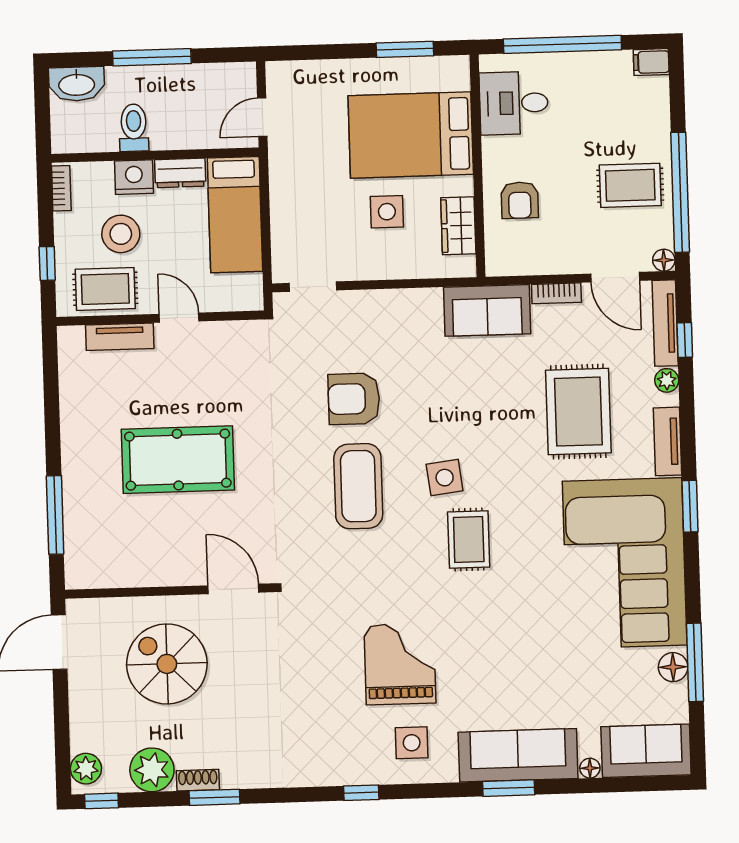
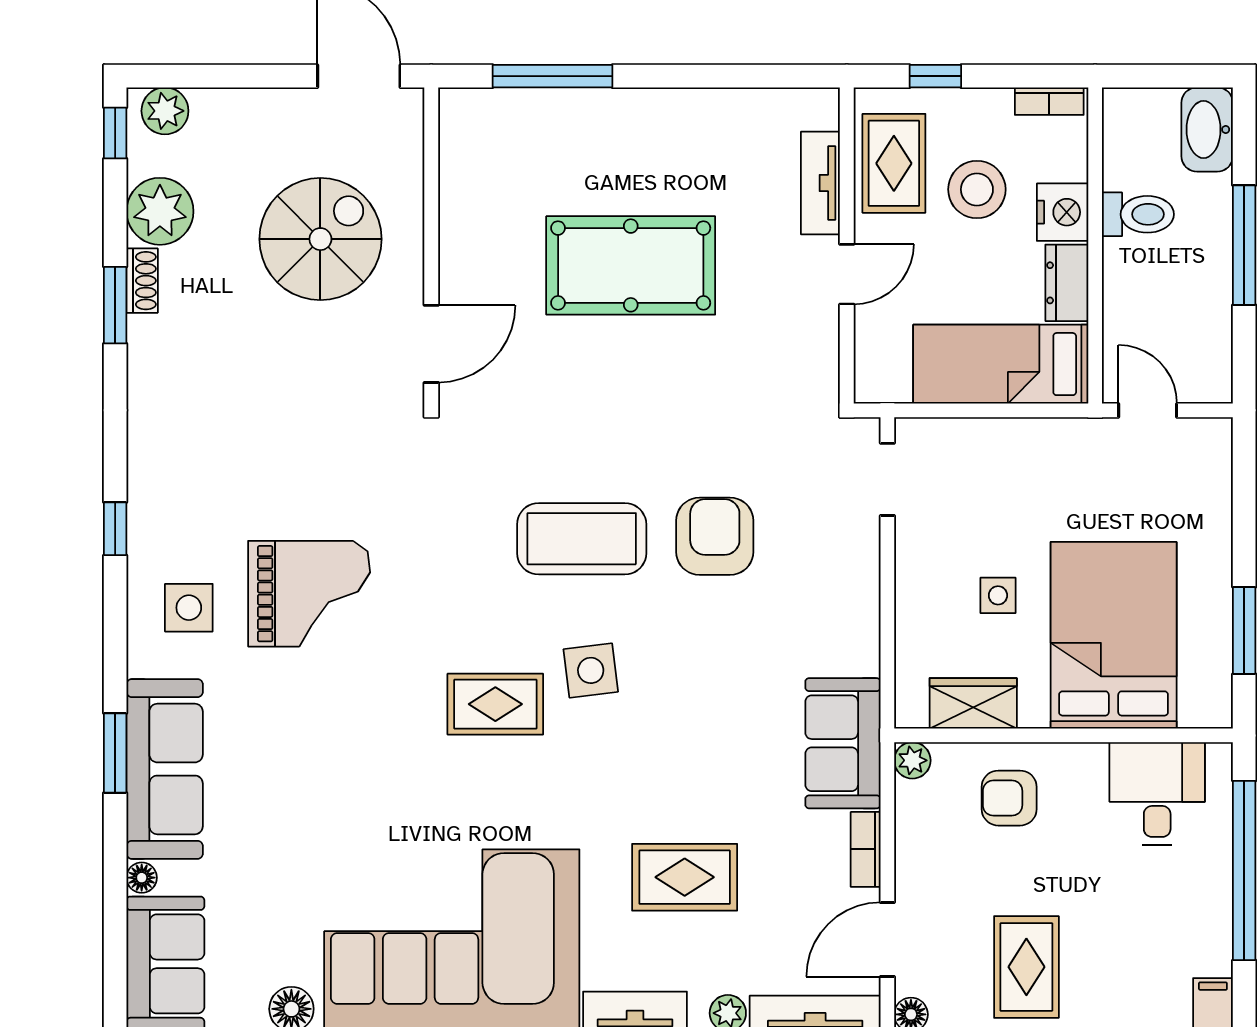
side table: (387, 212) -> (998, 595), width x0.73, depth x0.73
plant: (497, 264) -> (912, 760), added
rug: (578, 412) -> (685, 877), width x0.73, depth x0.70
pool table: (178, 460) -> (631, 265), turned 90

